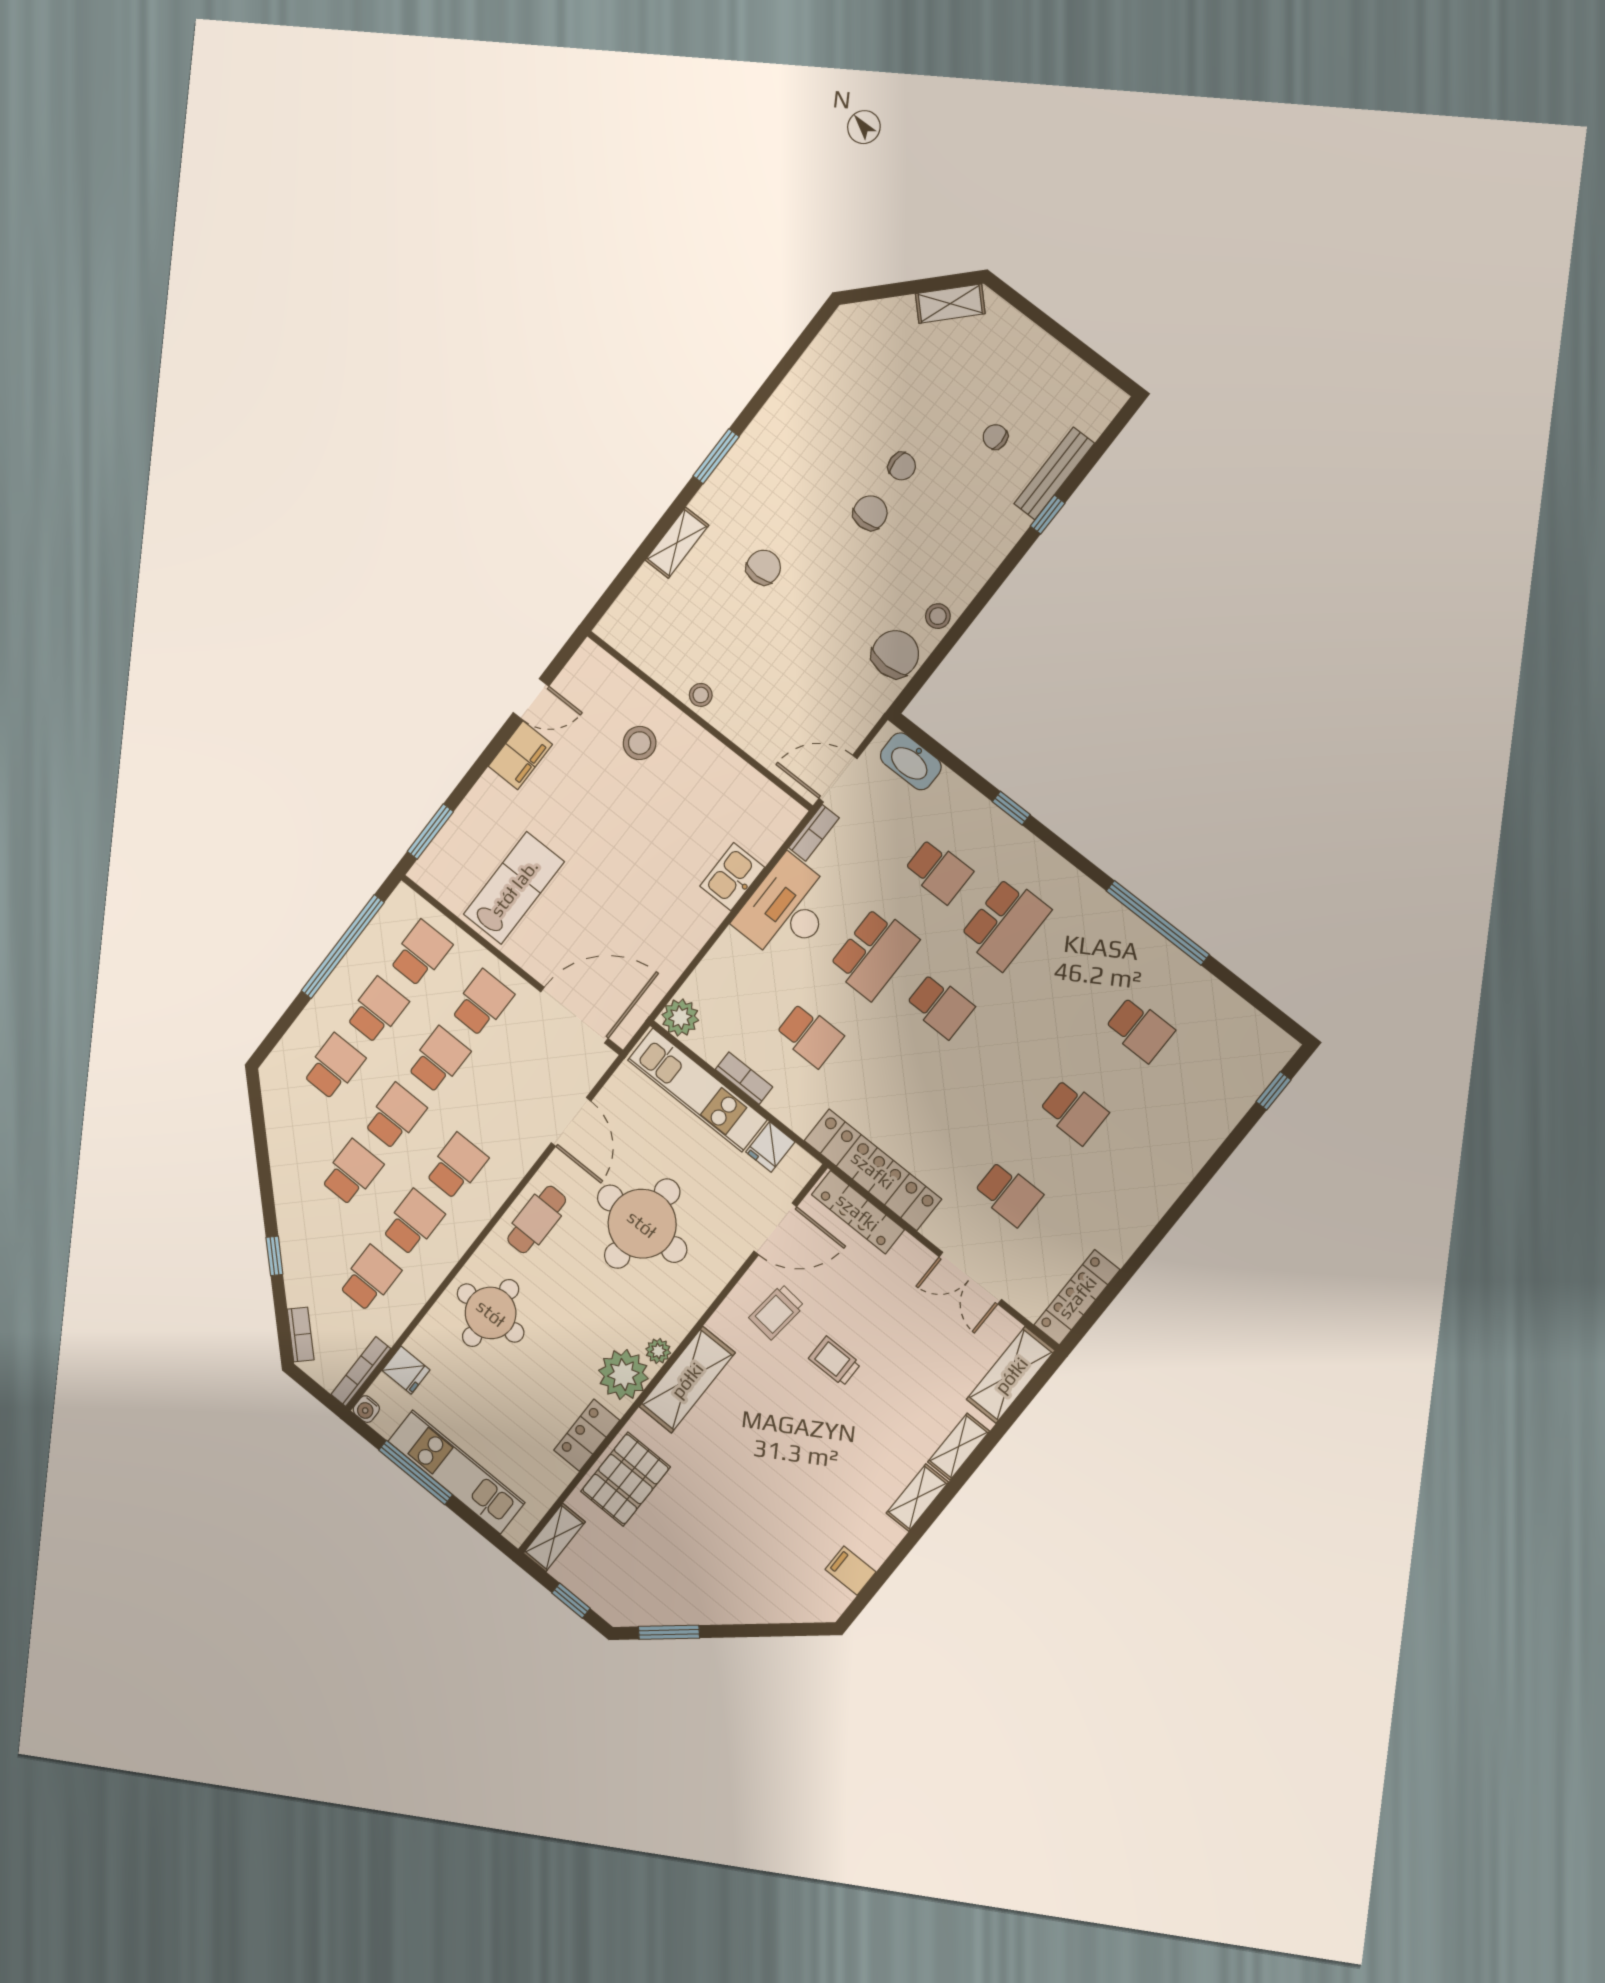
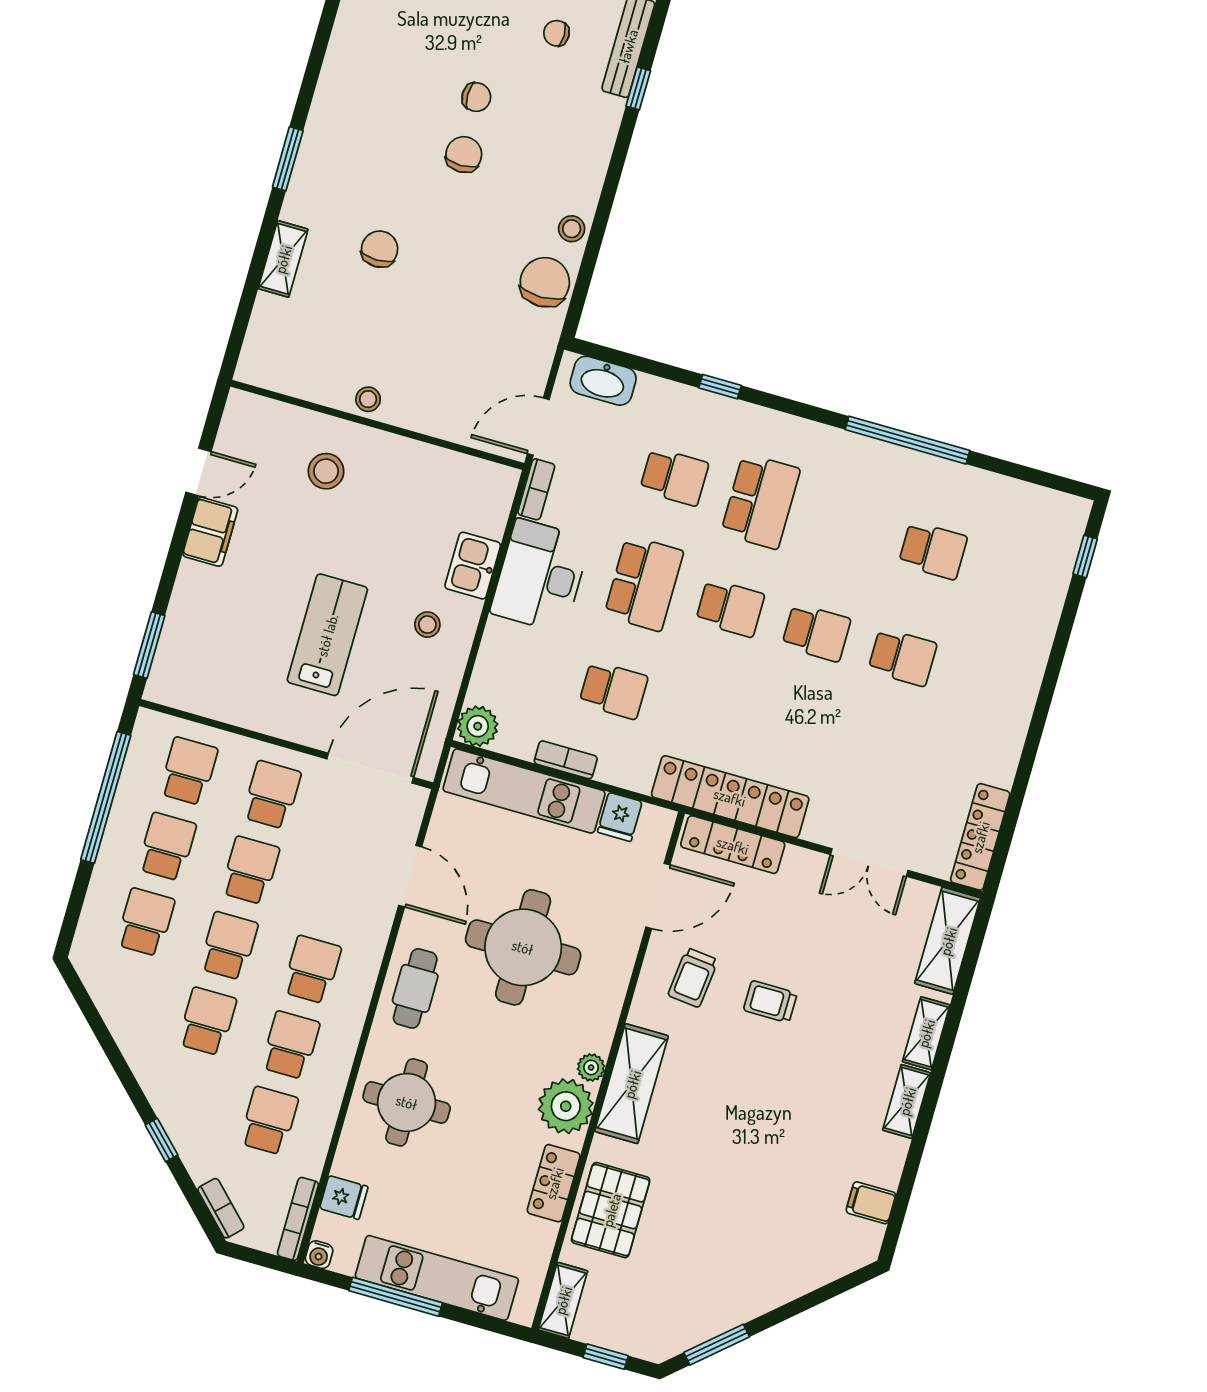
lab bench: (514, 888) -> (327, 635), moved
stool: (673, 912) -> (427, 625), added
school desk: (1008, 1194) -> (816, 633), moved

